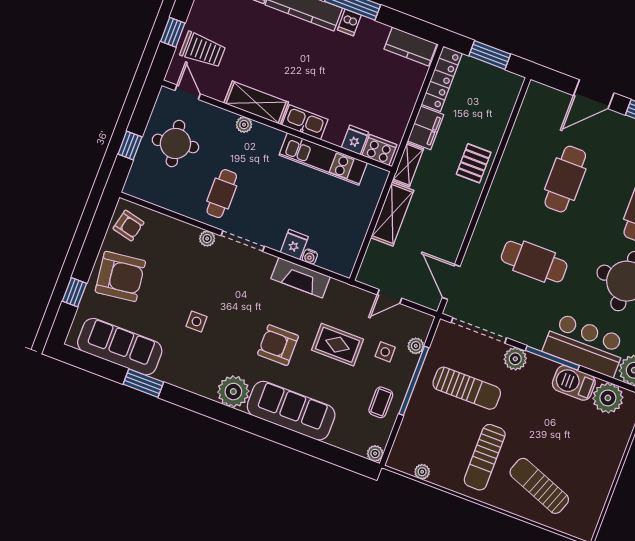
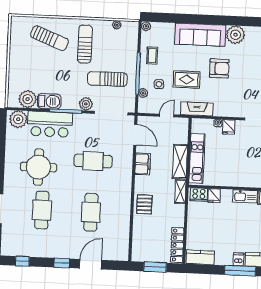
filing cabinet: (426, 128) -> (143, 164), moved, turned 180
kitchen unit: (323, 159) -> (197, 159), moved, turned 90
fireplace: (301, 278) -> (197, 109), moved

